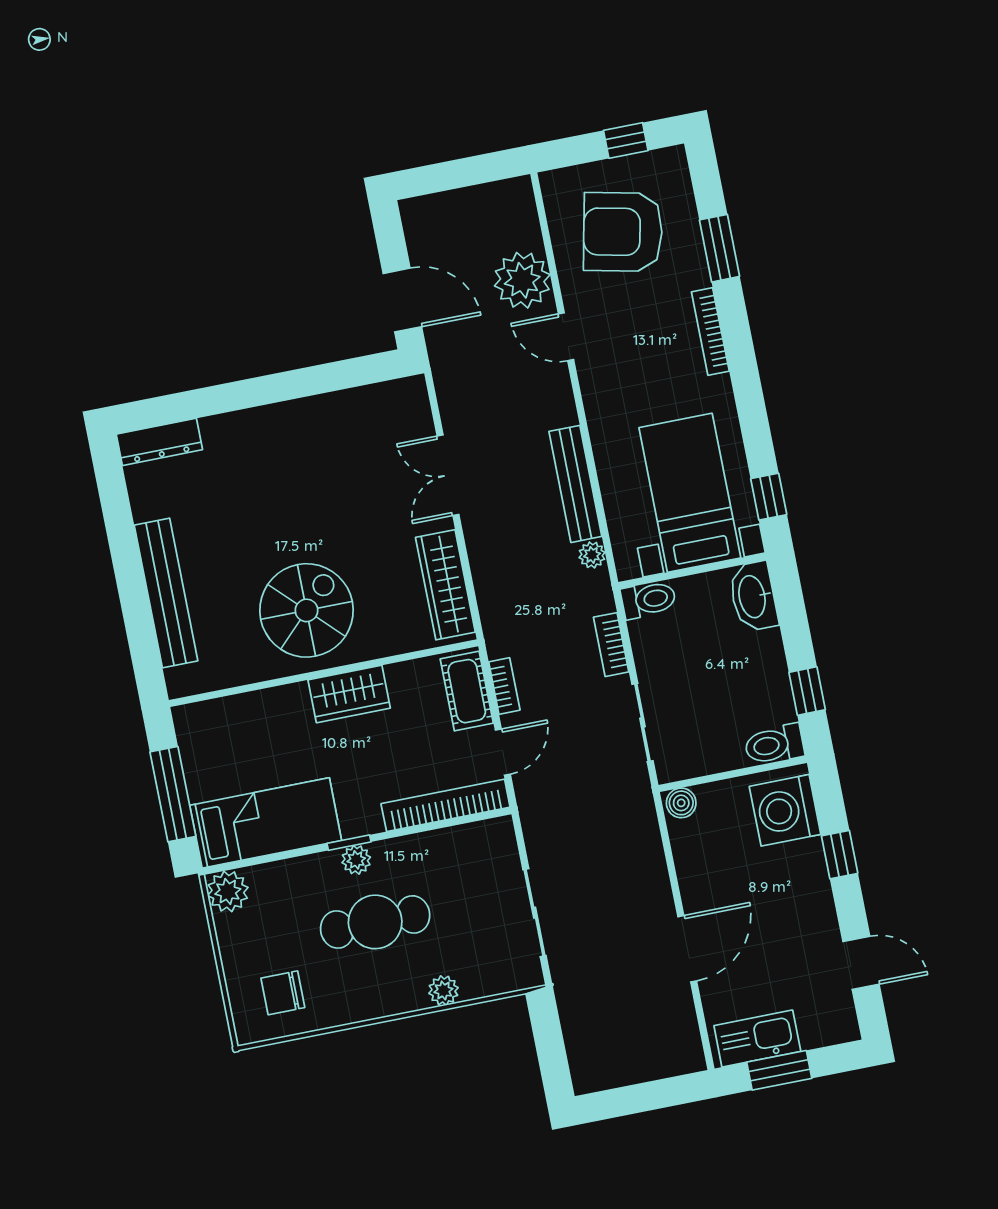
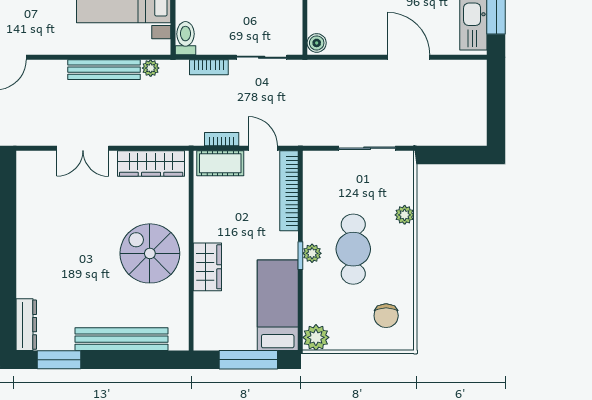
window: (115, 503) -> (59, 360), added
wardrobe: (349, 694) -> (207, 267), moved

